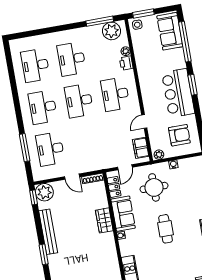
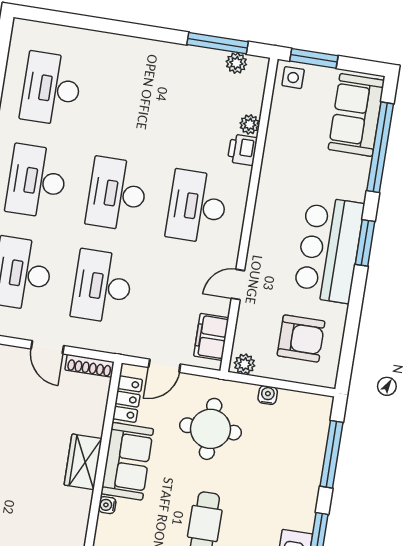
plant: (112, 31) -> (236, 63), width x0.53, depth x0.53
desk: (72, 59) -> (102, 286), moved

